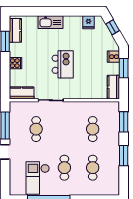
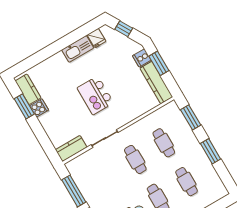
kitchen sink: (51, 22) -> (78, 49), moved
cooker: (15, 63) -> (39, 108), moved
kitchen island: (63, 64) -> (95, 95), turned 180
kitchen counter: (113, 87) -> (156, 83), width x1.50
cafe table: (36, 129) -> (135, 159), moved

